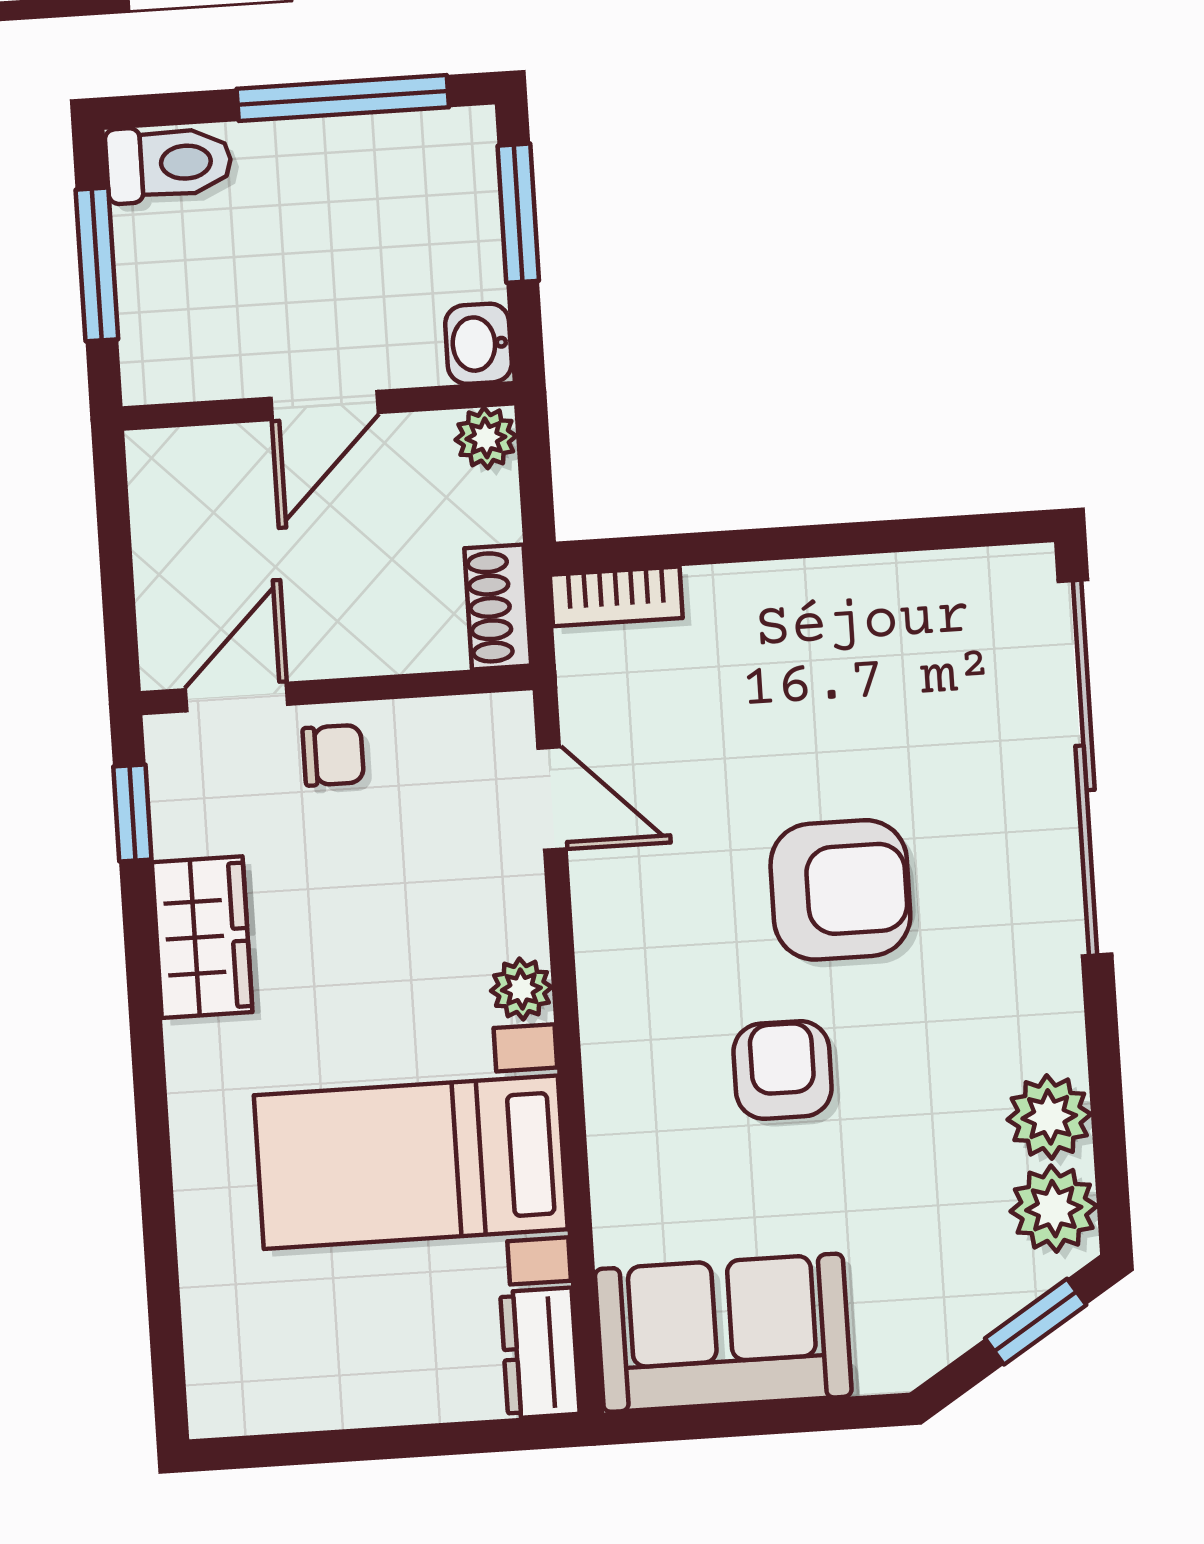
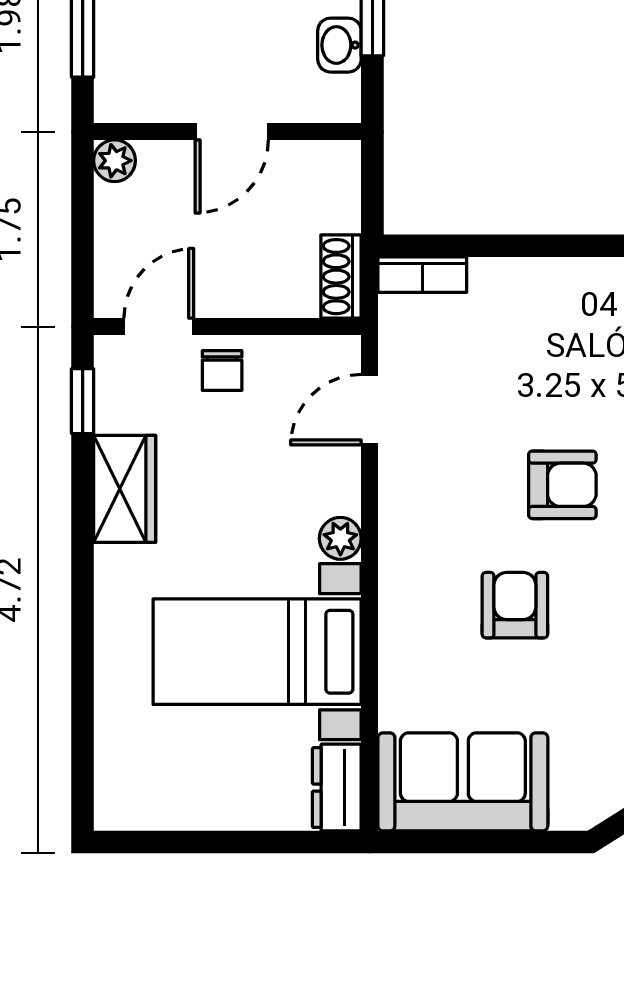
washbasin: (478, 344) -> (339, 45), moved
plant: (486, 438) -> (115, 161), moved
chair: (333, 755) -> (222, 370), turned 90
door: (552, 798) -> (370, 410), swing flipped
armchair: (840, 890) -> (562, 485), width x0.72, depth x0.72

